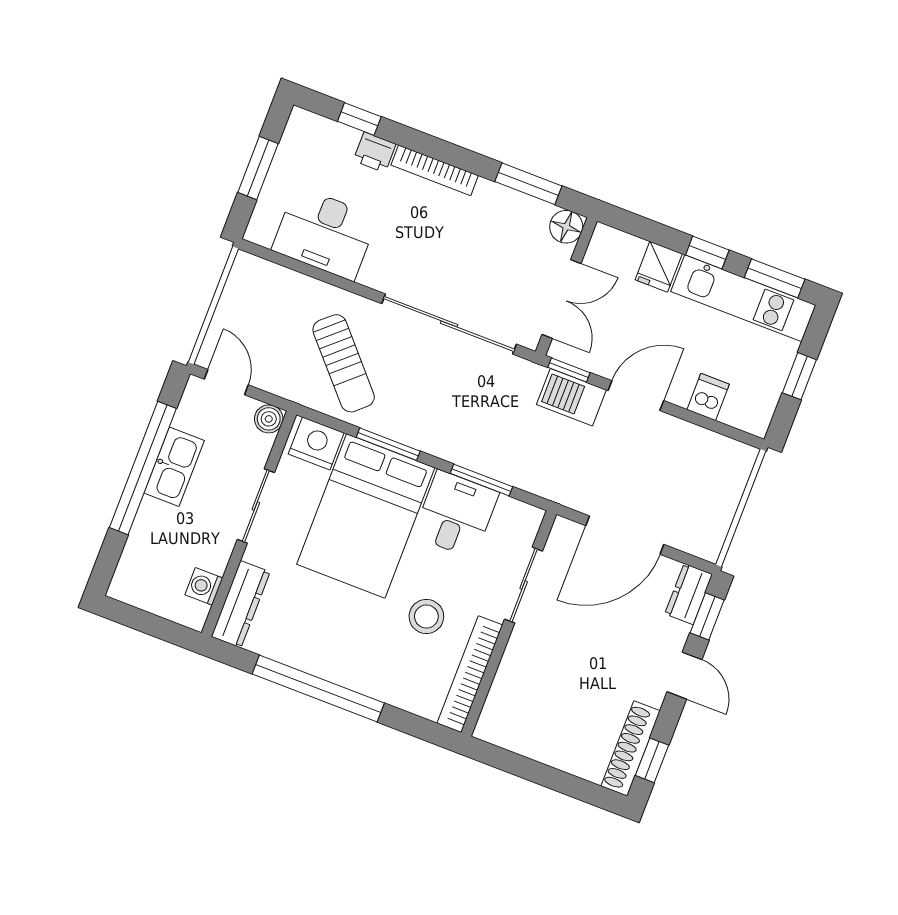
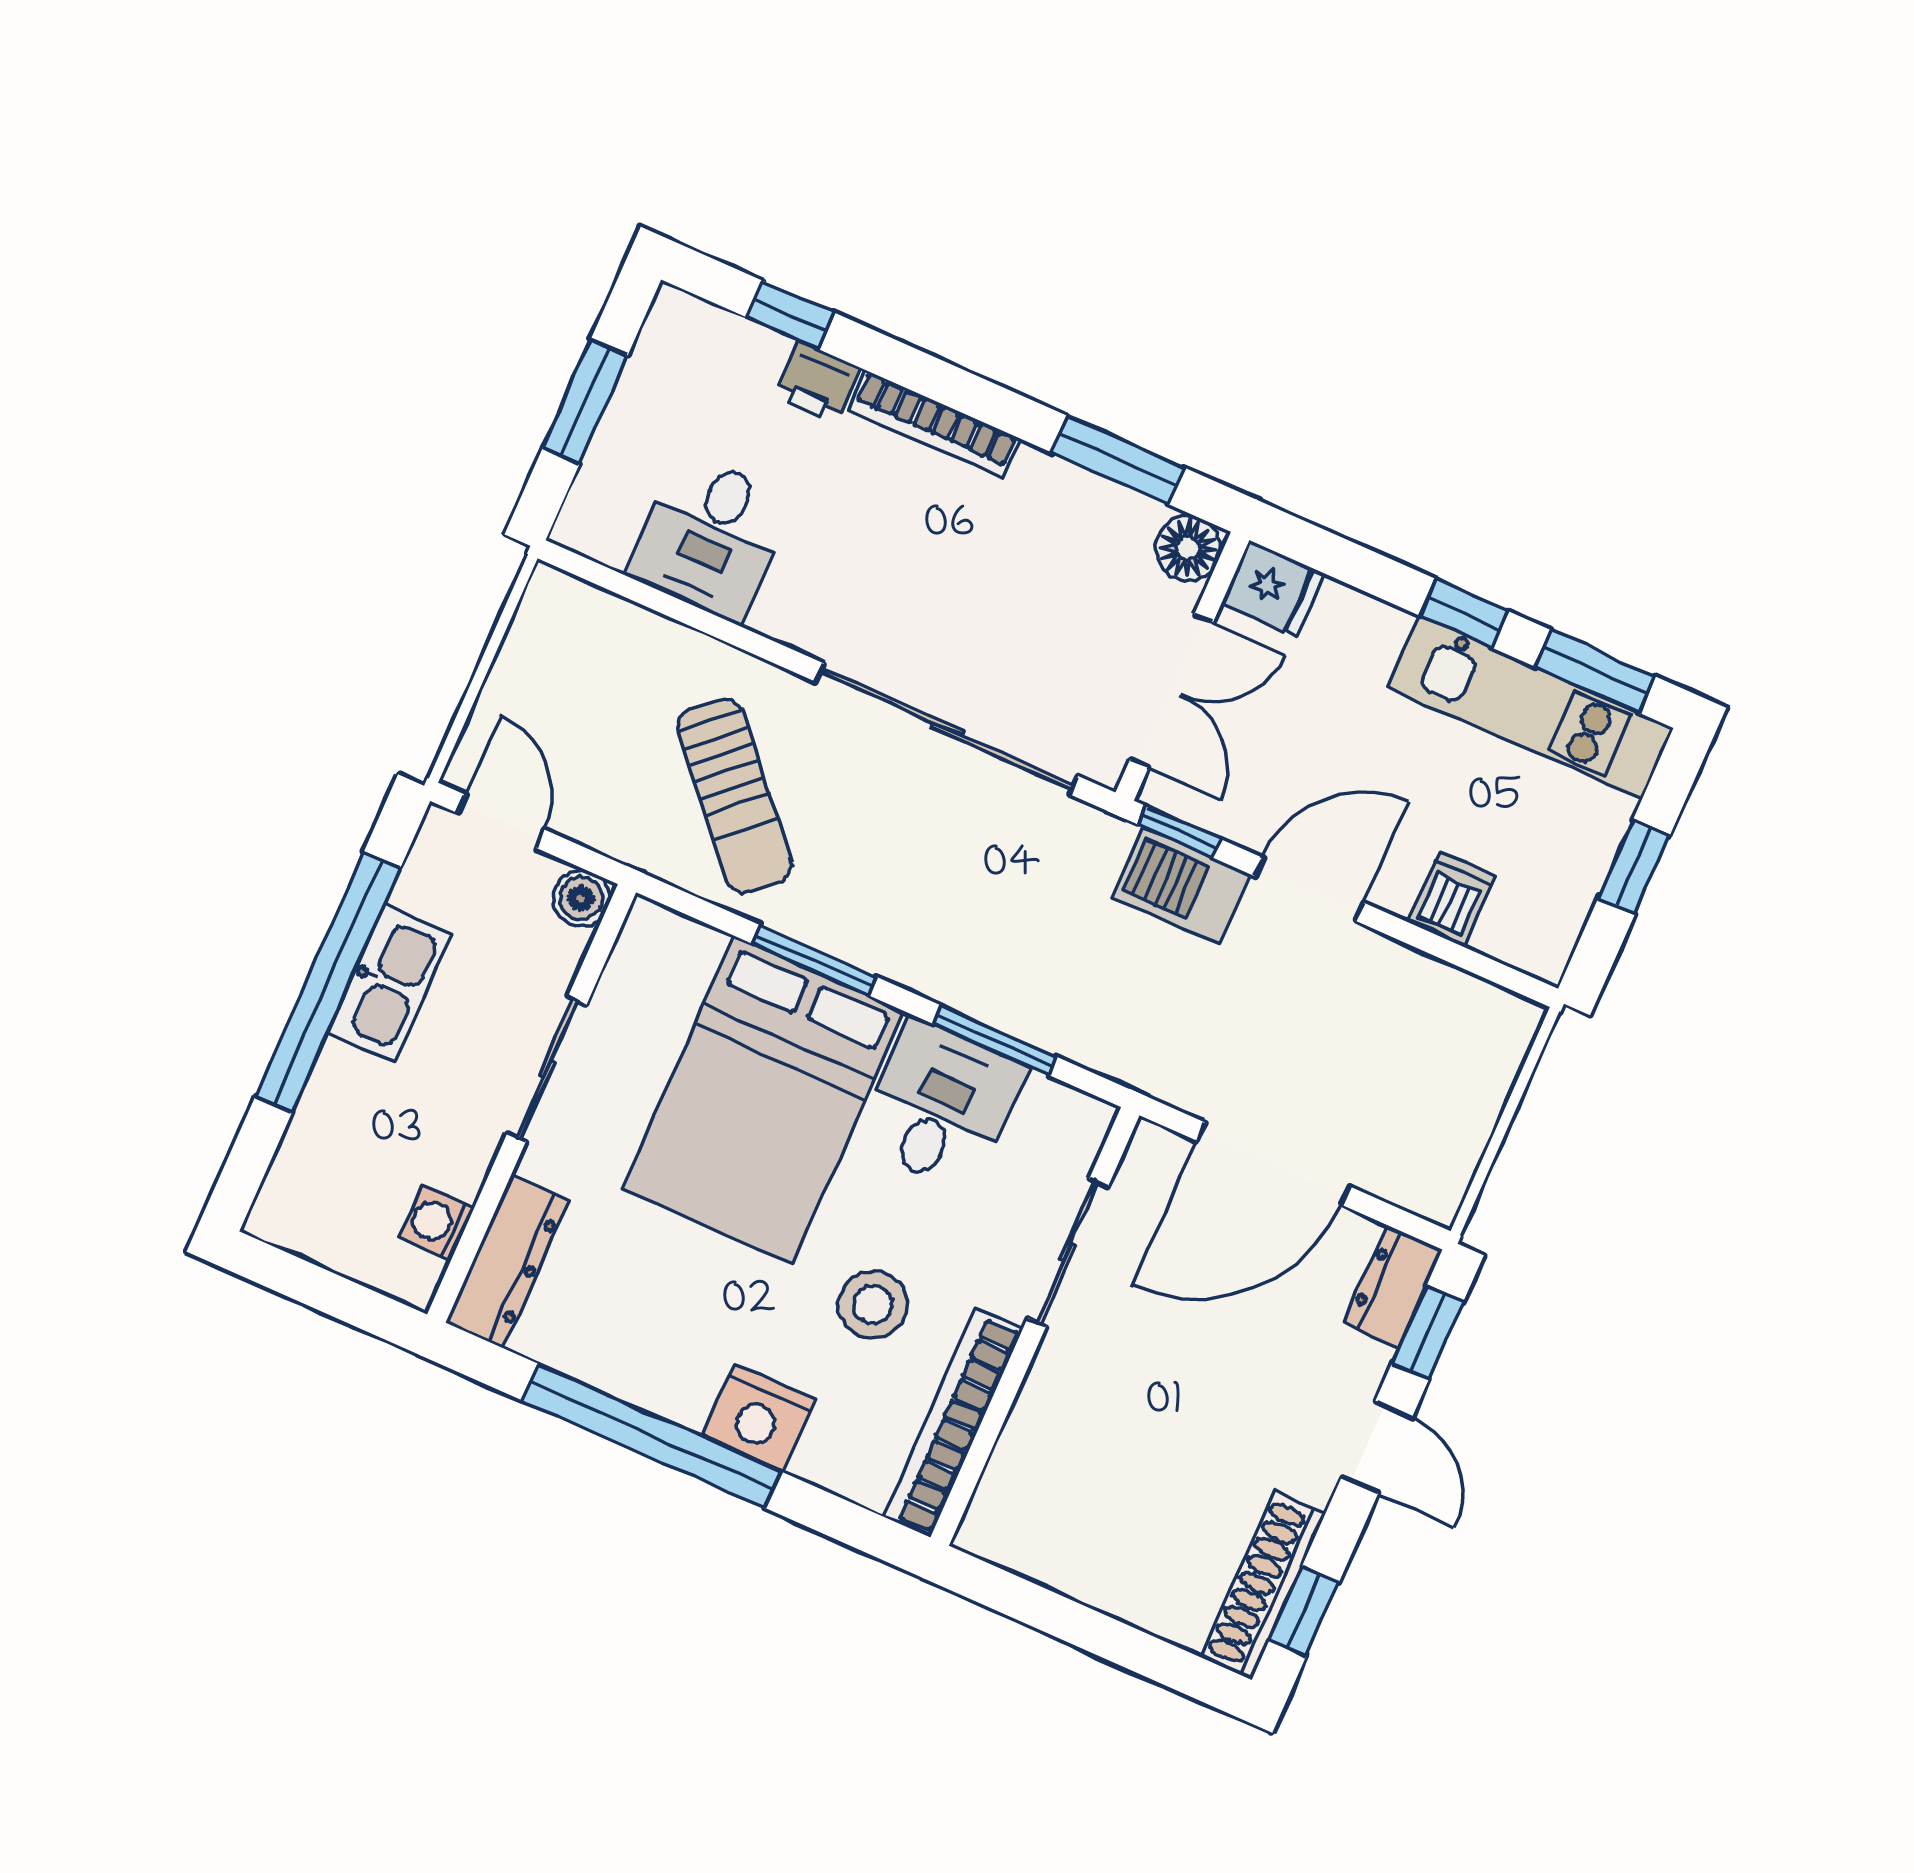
desk: (325, 233) -> (710, 537), width x0.73
fridge: (659, 267) -> (1273, 588), moved, turned -90
nightstand: (316, 443) -> (758, 1418), moved, turned 180

